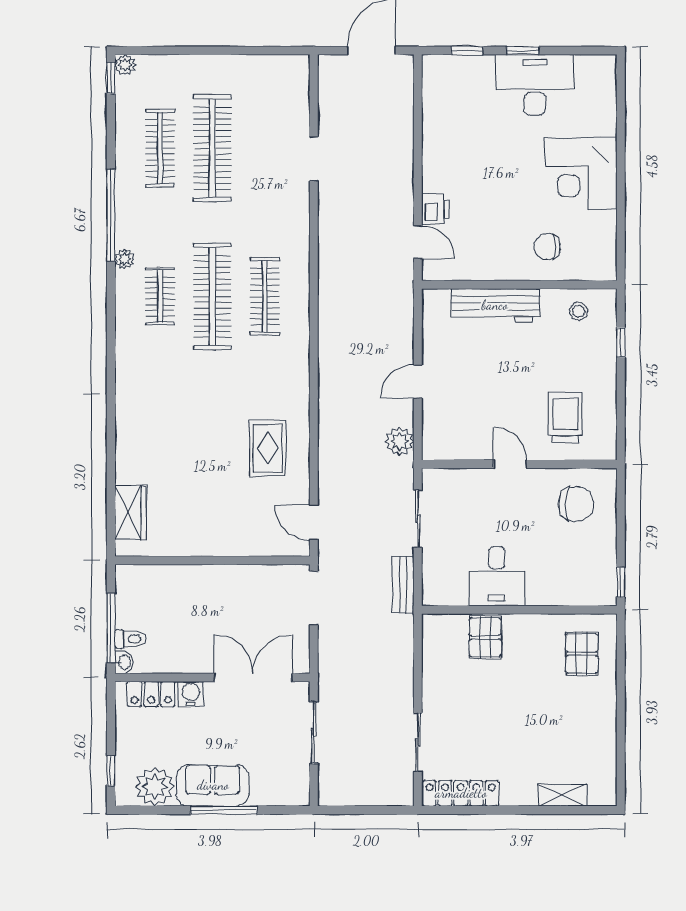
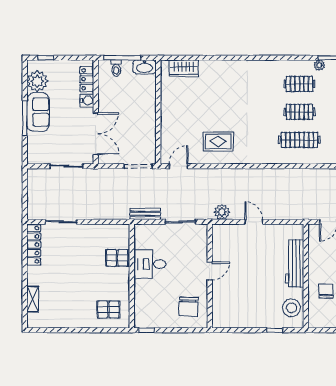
clothes rail: (212, 296) -> (299, 112), width x0.54, depth x0.76
stool: (579, 311) -> (291, 308), width x1.89, depth x1.89
trolley: (565, 417) -> (235, 301), removed
washbasin: (124, 662) -> (144, 67), moved, width x1.91, depth x1.45

